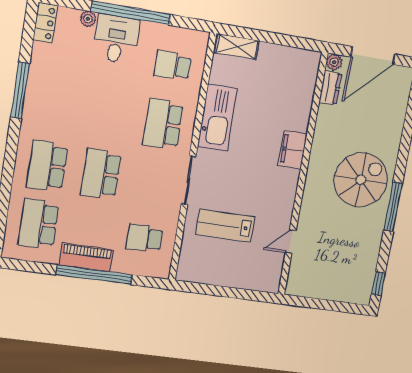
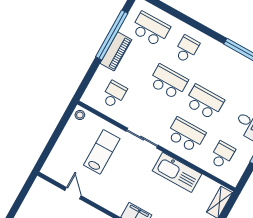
school desk: (110, 116) -> (204, 102), added
school desk: (47, 166) -> (187, 49), width x0.54
stool: (187, 271) -> (80, 115), added
window: (94, 275) -> (112, 35), moved

